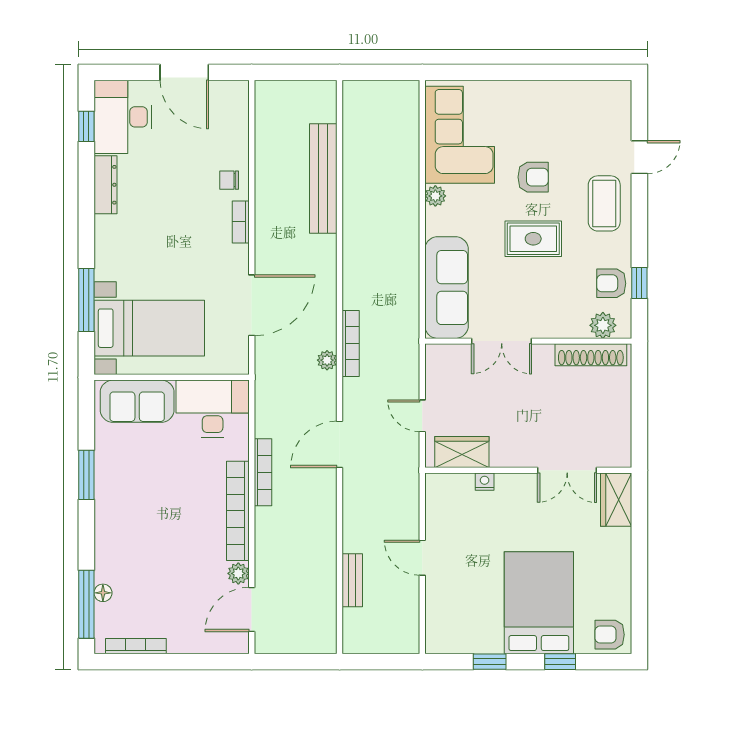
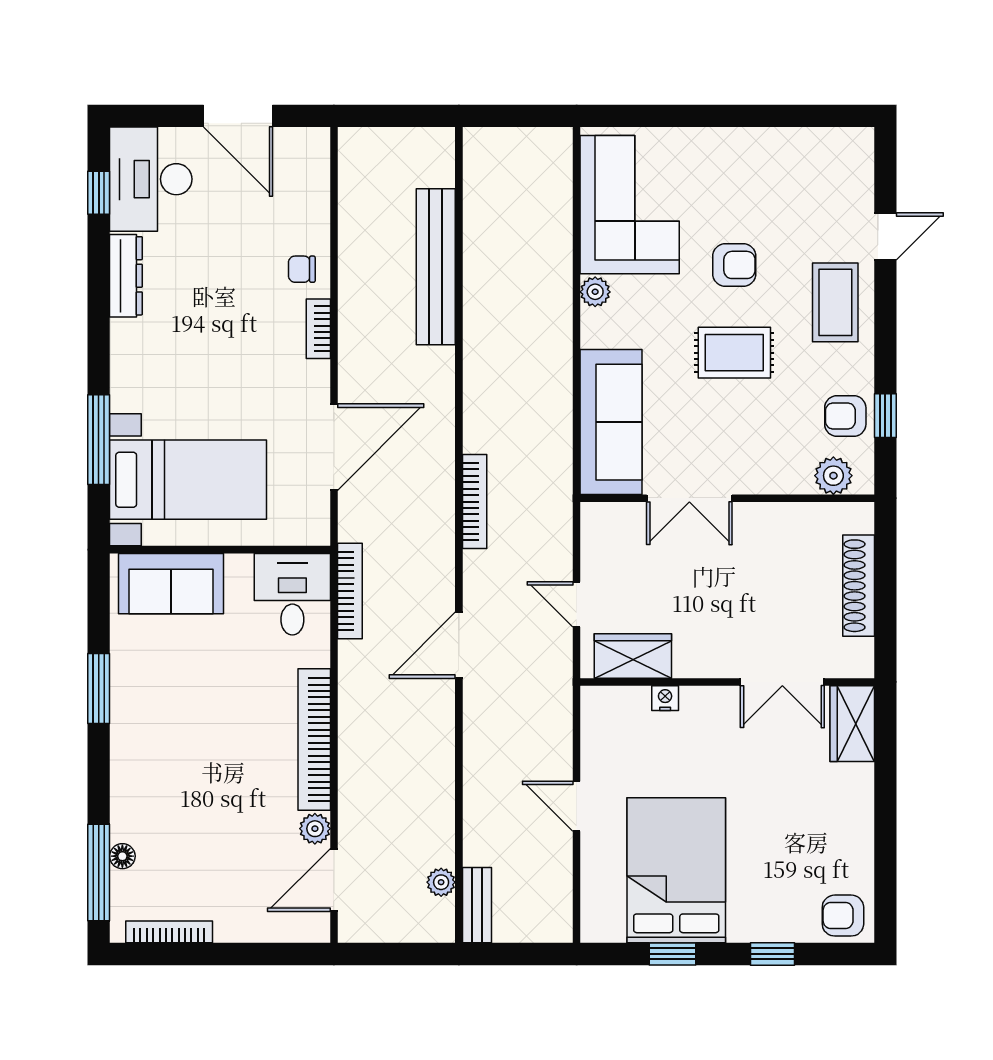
shoe rack: (591, 355) -> (859, 586), moved, turned 90
plant: (327, 360) -> (441, 882), moved
desk: (213, 409) -> (292, 594), width x0.73
bookcase: (263, 472) -> (350, 591), moved
bench: (352, 580) -> (477, 905), moved
bed: (539, 603) -> (676, 870), moved

